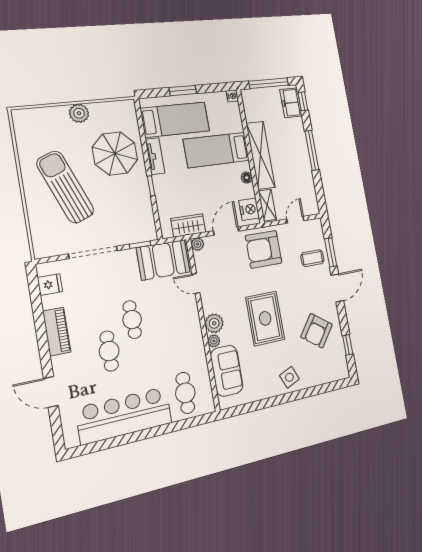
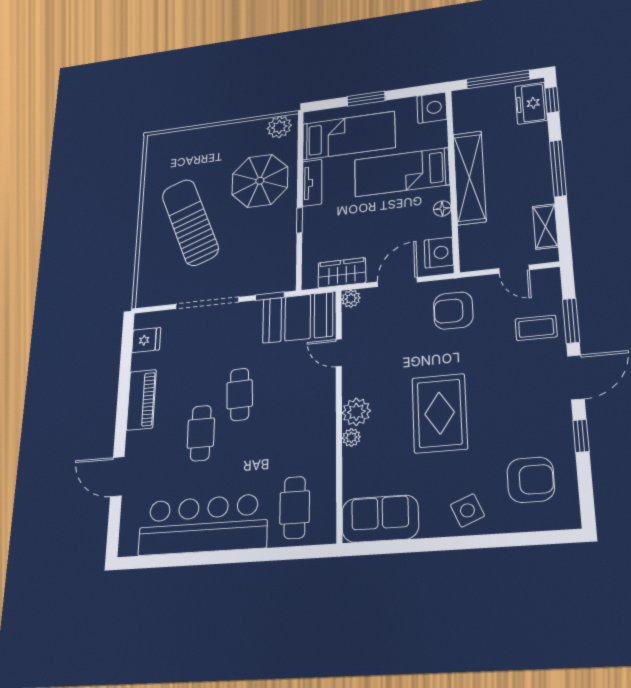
nightstand: (232, 96) -> (432, 108), width x1.89, depth x1.79
plant: (79, 113) -> (279, 127), moved
shelving: (267, 205) -> (545, 227), moved
door: (295, 220) -> (514, 269), swing flipped
armchair: (264, 249) -> (453, 311), width x0.73, depth x0.73
armchair: (317, 331) -> (531, 480), moved, turned -126
window: (348, 345) -> (581, 436), moved
sofa: (227, 371) -> (380, 519), moved, turned -90

